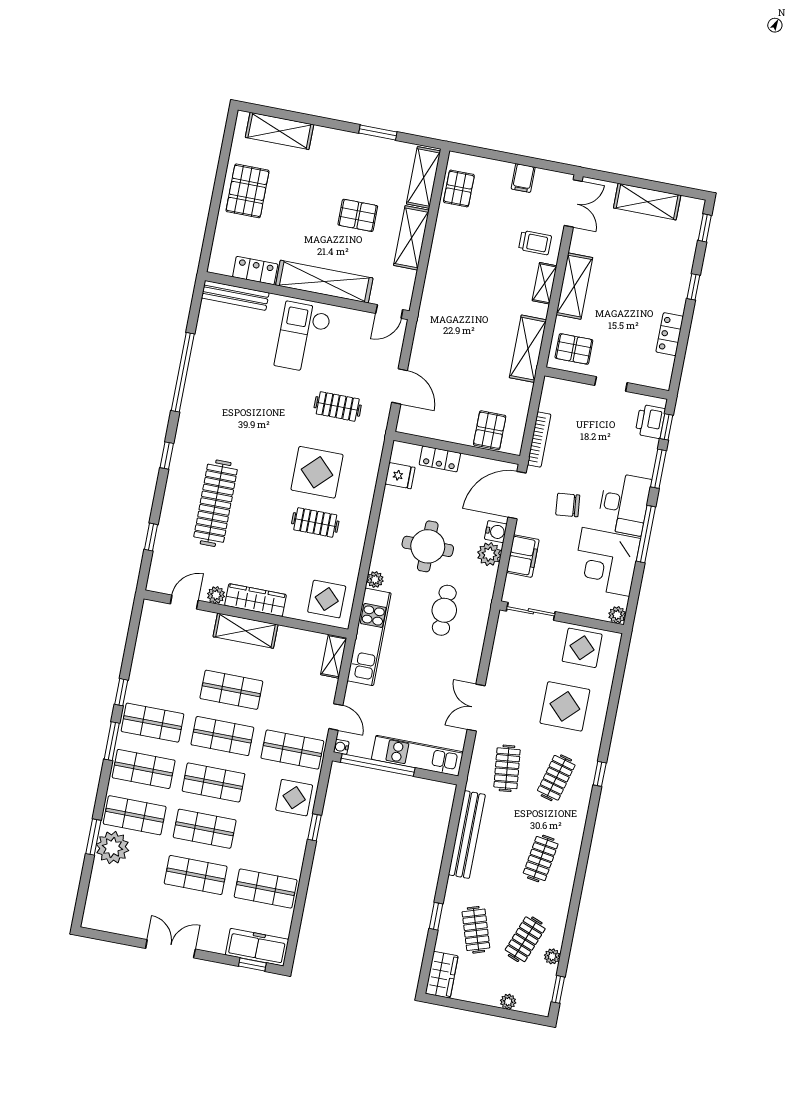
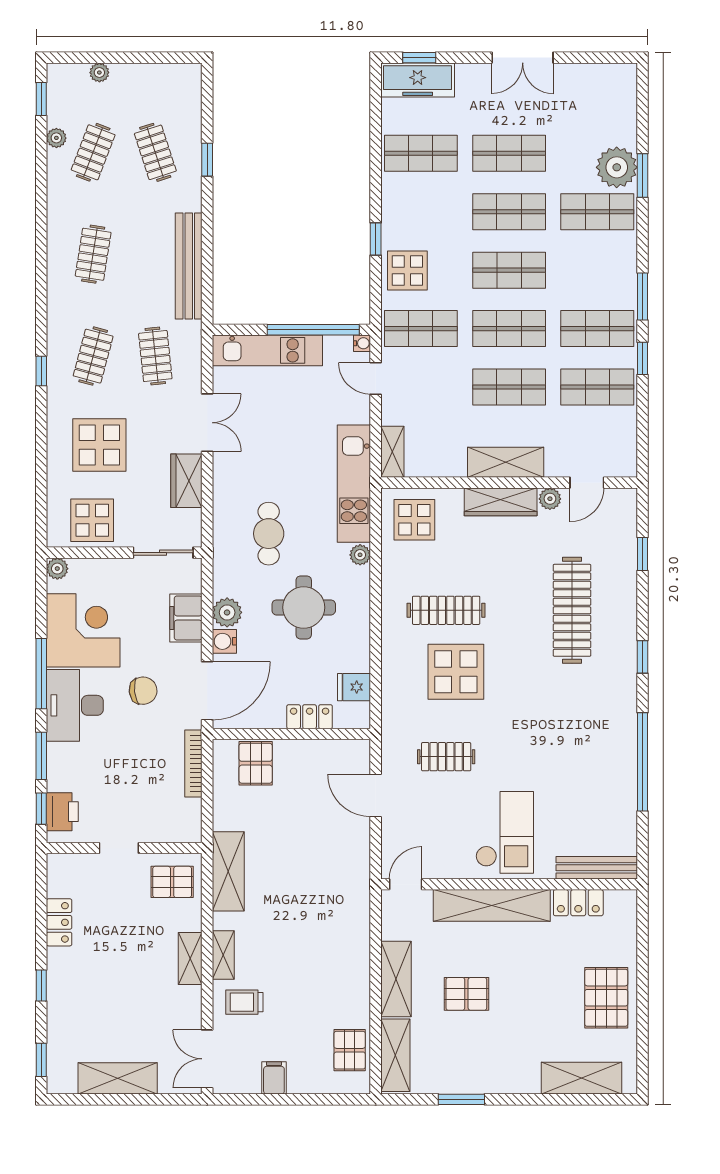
shelving: (574, 286) -> (190, 959), width x0.67, depth x0.75
clothes rail: (315, 522) -> (446, 610), width x1.36
shop shelf: (144, 769) -> (597, 387), moved
wardrobe: (442, 975) -> (186, 481), moved

